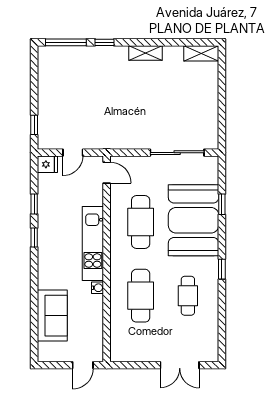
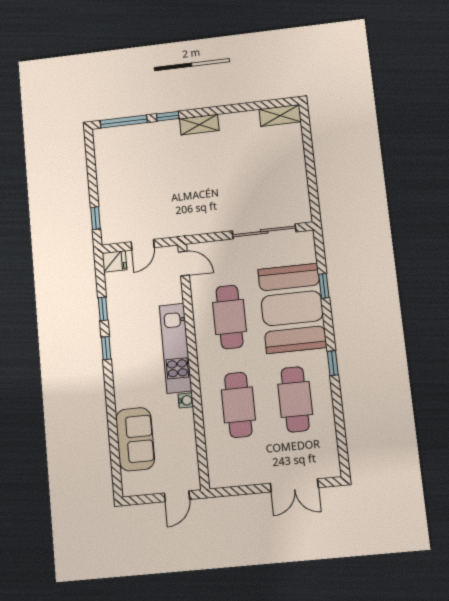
shelving: (145, 53) -> (199, 125), moved
cafe table: (188, 296) -> (295, 399), width x1.37, depth x1.35

